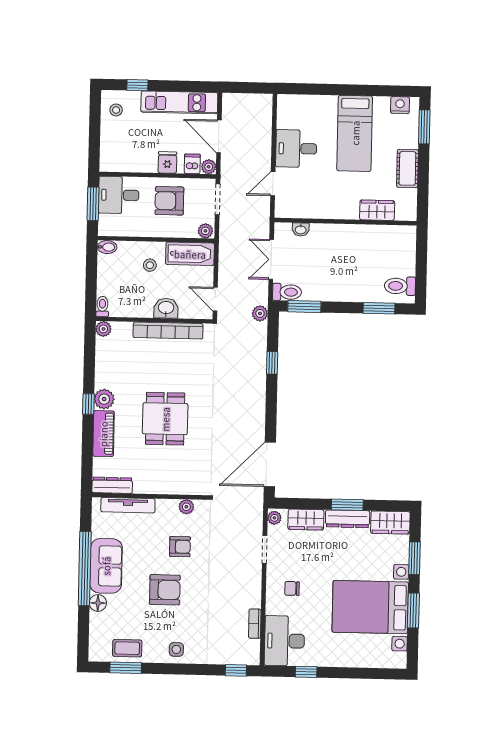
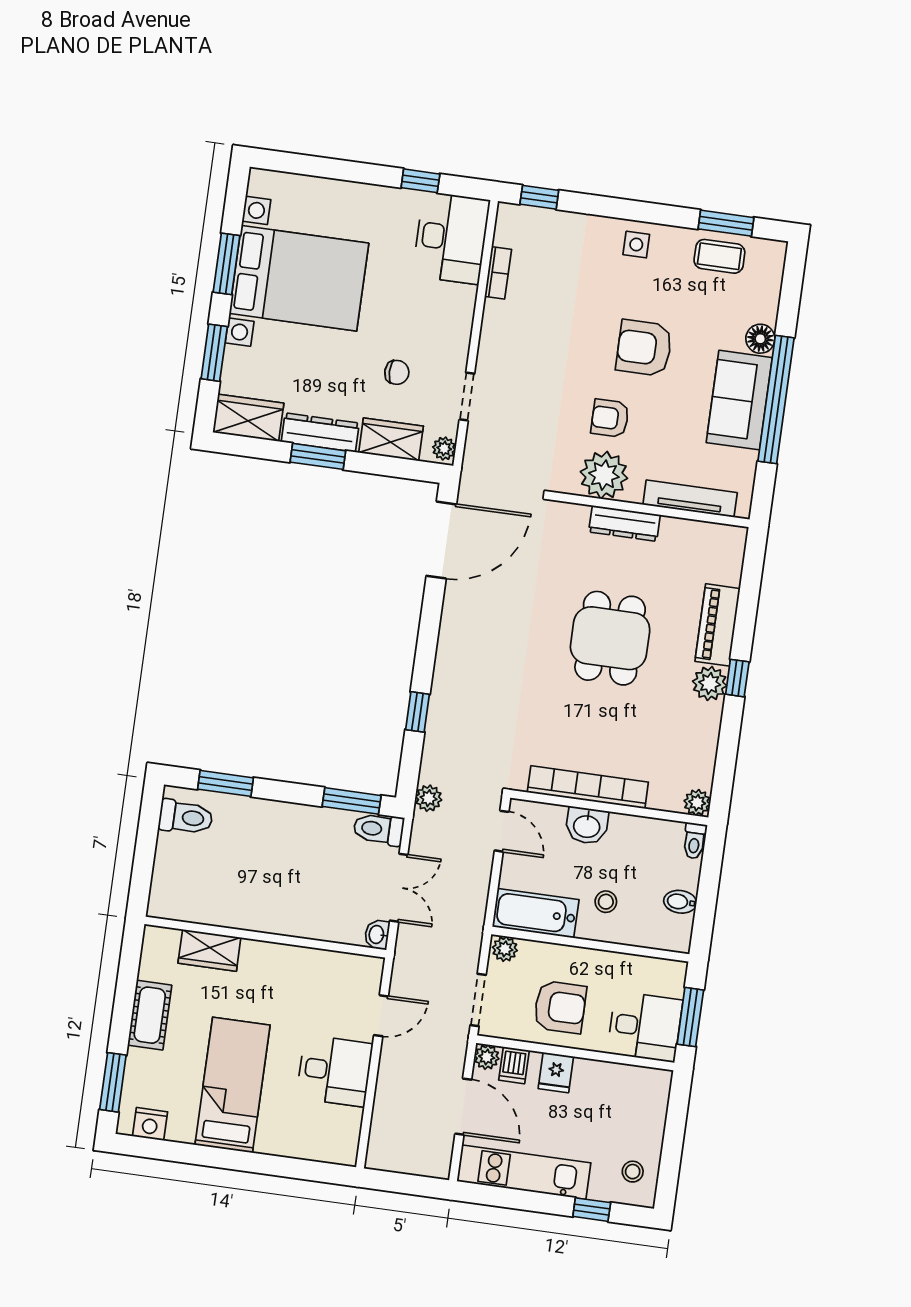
washbasin: (301, 229) -> (377, 935), moved, turned -90
bidet: (107, 247) -> (680, 902), moved
dresser: (112, 485) -> (624, 523), moved
plant: (186, 507) -> (604, 475), width x1.87, depth x1.87
chair: (292, 588) -> (397, 372), moved

